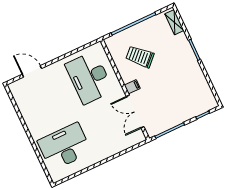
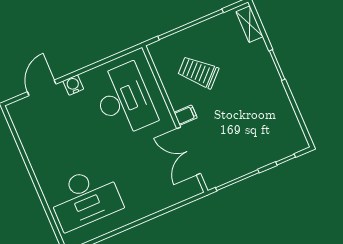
water cooler: (54, 69) -> (73, 85), added
door: (32, 71) -> (42, 88), hinge flipped
desk: (89, 78) -> (124, 100), turned 180
desk: (64, 147) -> (85, 198), turned 180

